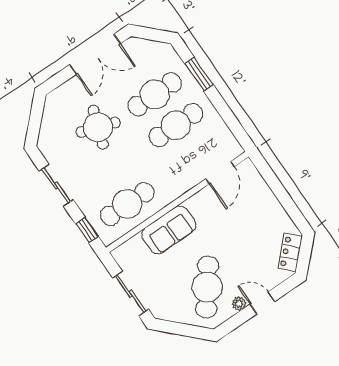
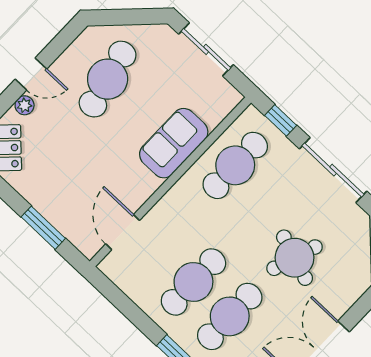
sliding door: (56, 185) -> (333, 170), width x1.37
window: (277, 188) -> (43, 228), added
cafe table: (207, 287) -> (108, 79), turned 40
plant: (239, 304) -> (25, 105), moved

